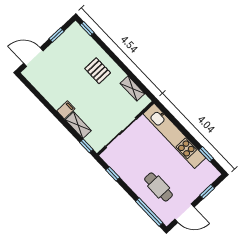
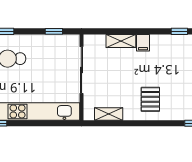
pallet: (98, 71) -> (150, 99), turned 90
window: (86, 146) -> (179, 31), moved

